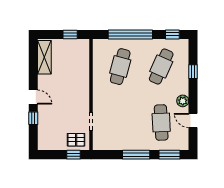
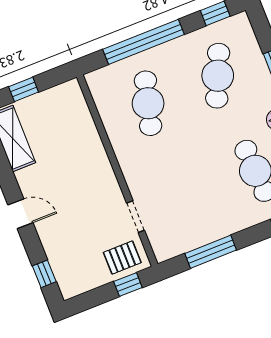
window: (70, 34) -> (24, 89), moved
window: (33, 118) -> (44, 274), moved
window: (136, 155) -> (211, 252), moved

